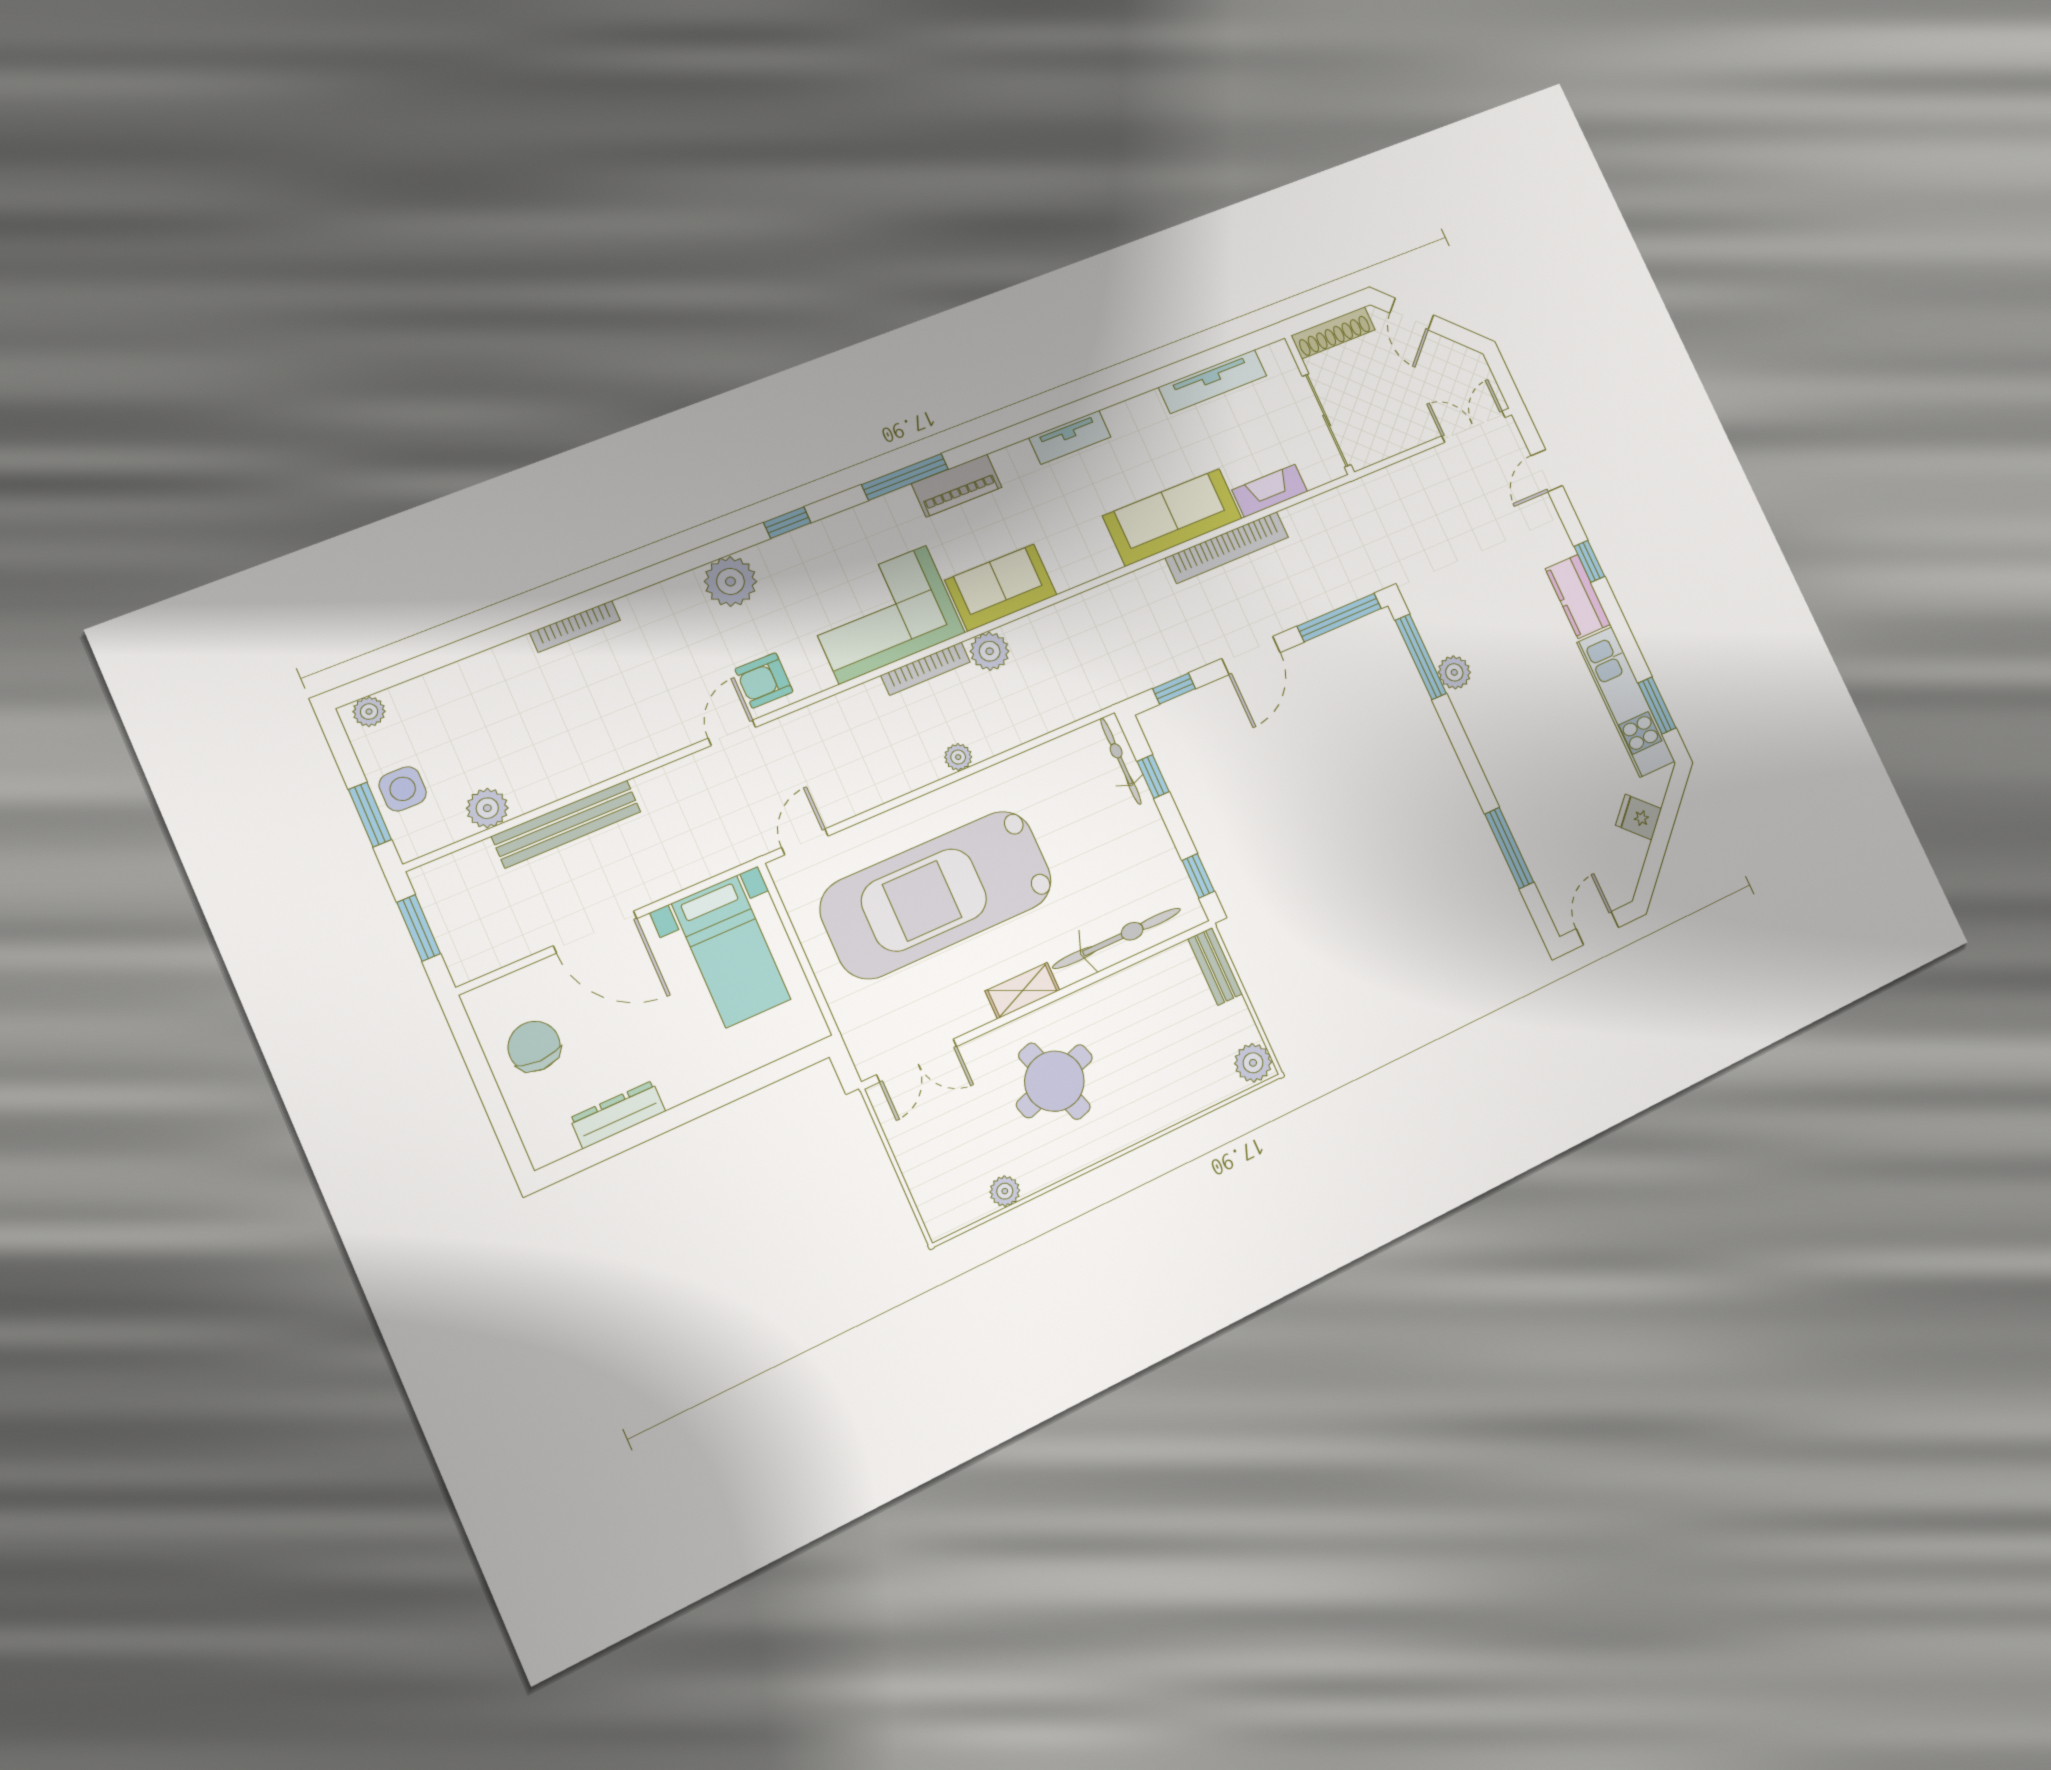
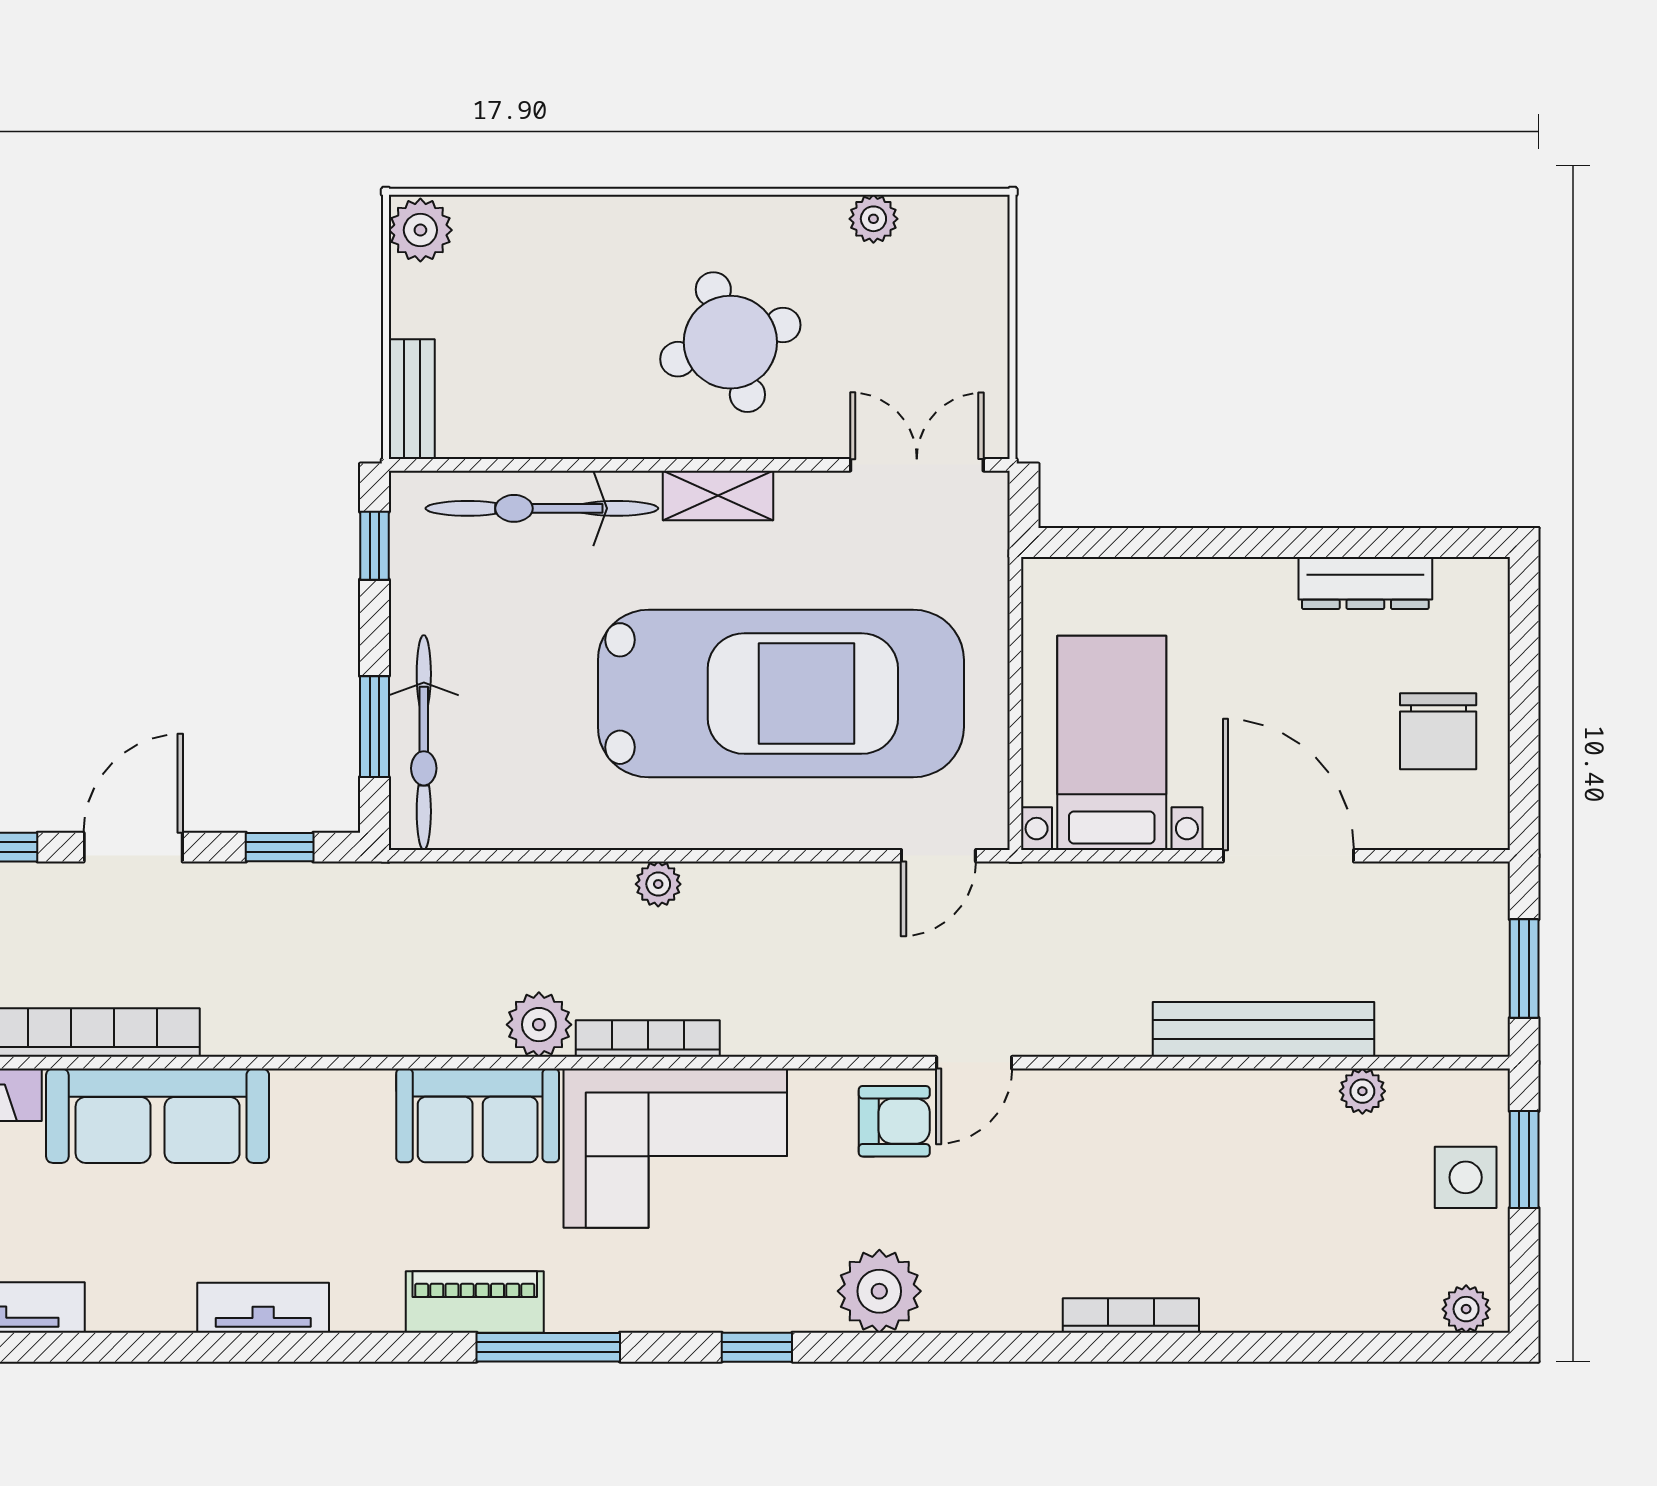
bicycle: (1121, 761) -> (424, 743), width x1.37, depth x1.40
window: (1153, 776) -> (374, 727), width x1.50
plant: (487, 808) -> (1362, 1091), width x0.73, depth x0.73

